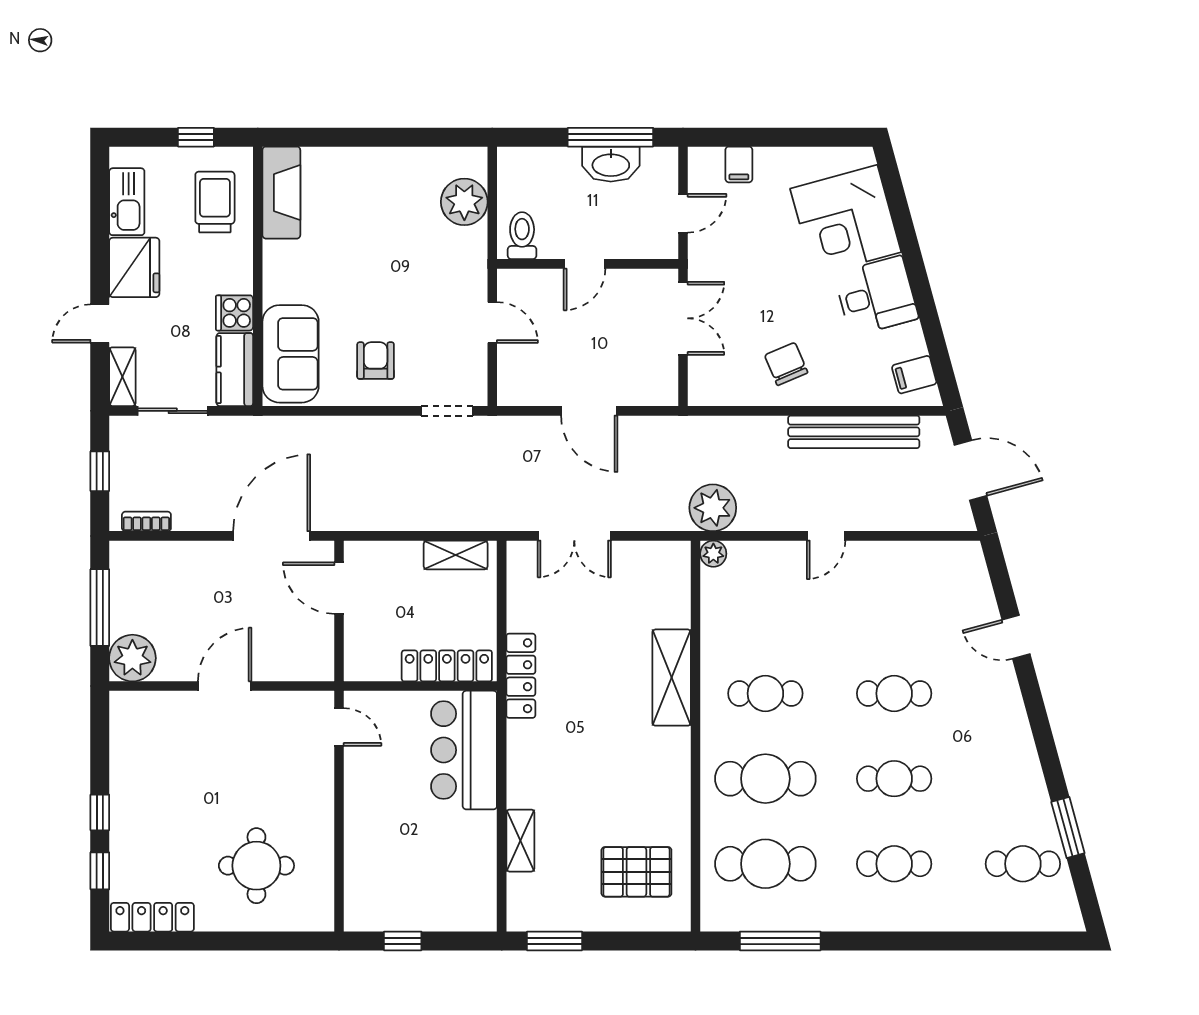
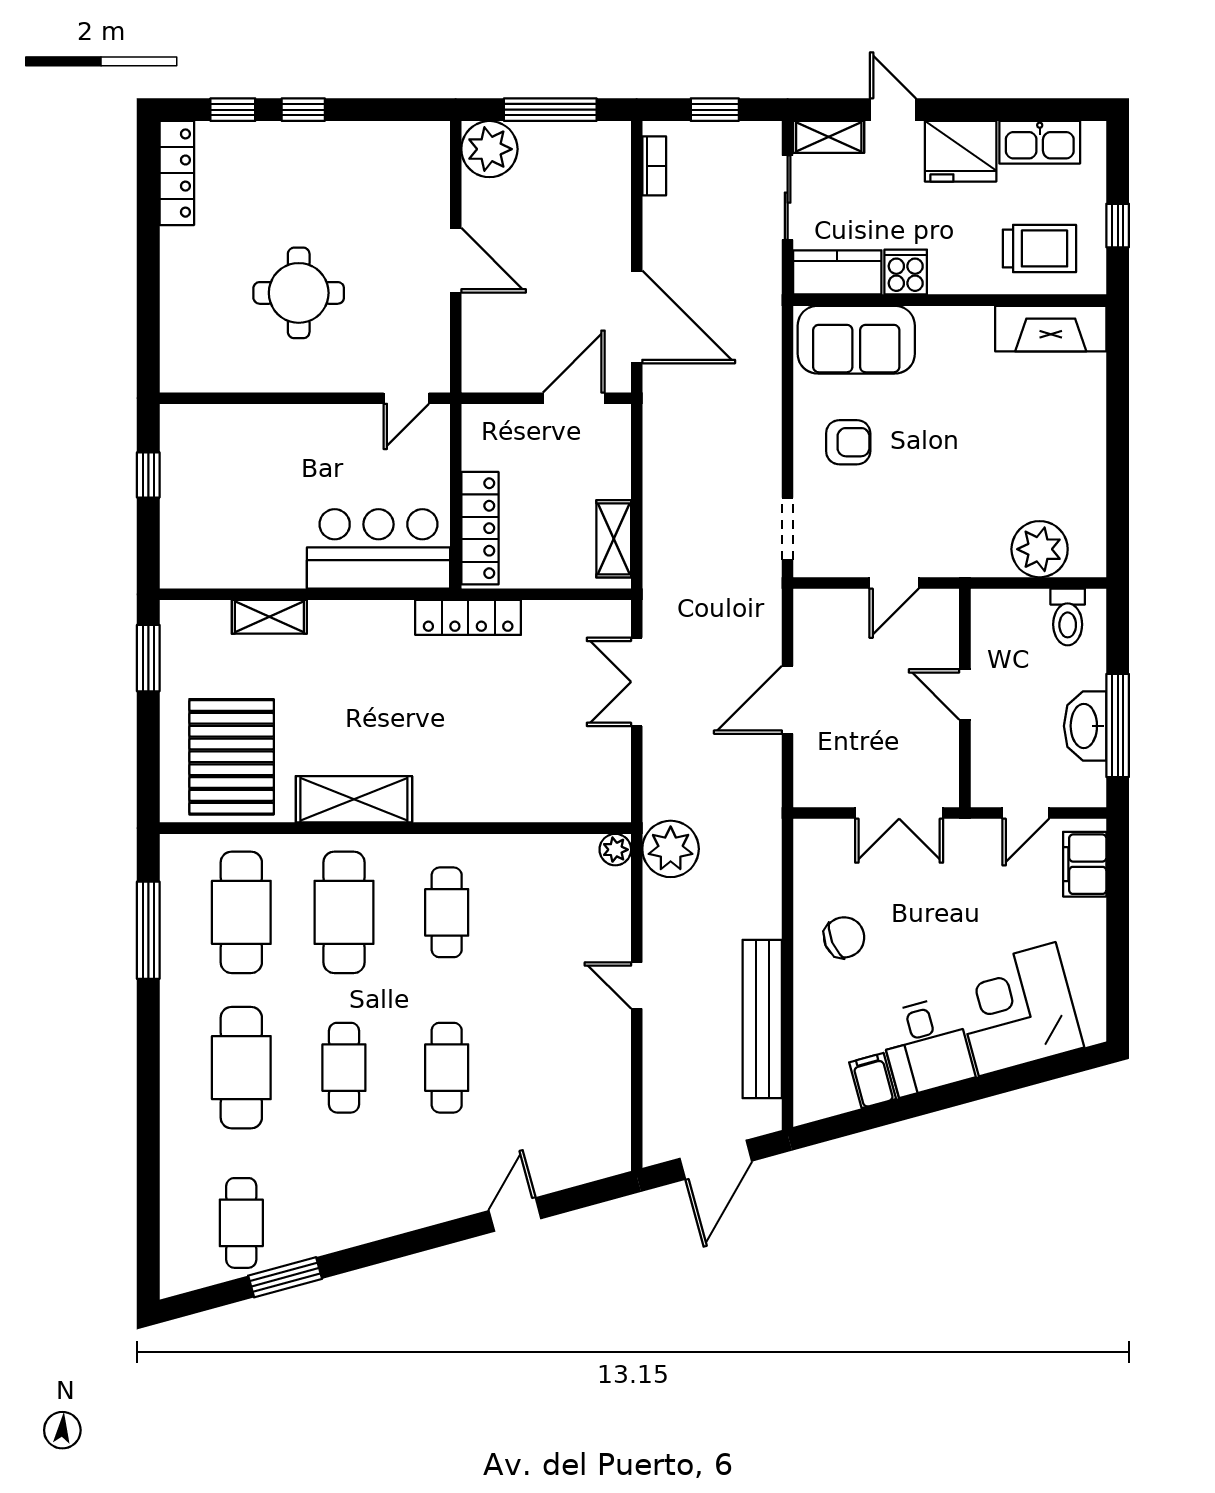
filing cabinet: (739, 164) -> (1085, 864), width x2.00
door: (683, 213) -> (1026, 813), hinge flipped
toilet: (522, 236) -> (1068, 617), moved, turned 90
filing cabinet: (914, 375) -> (873, 1081), moved
shelving: (672, 678) -> (354, 799), moved
cafe table: (894, 864) -> (241, 1068), width x1.37, depth x1.35
round table: (256, 866) -> (299, 293), moved
pallet: (636, 872) -> (232, 757), width x1.37, depth x1.41

